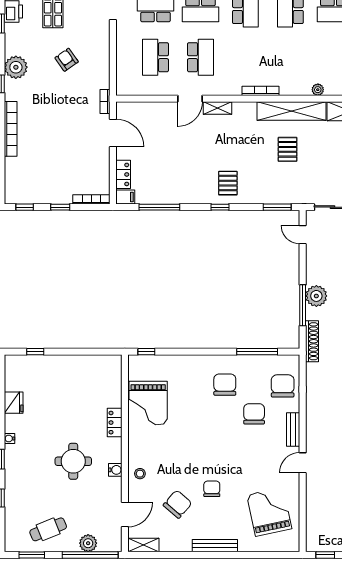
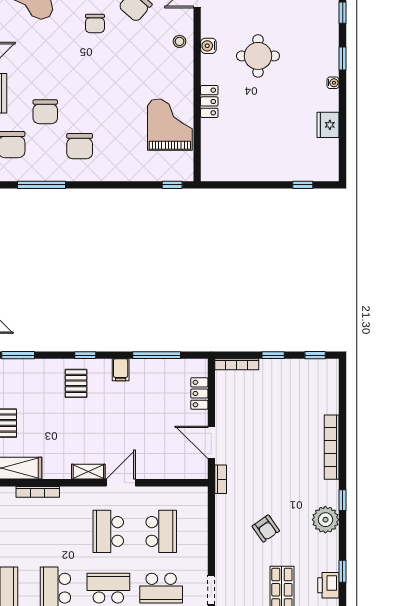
filing cabinet: (125, 197) -> (121, 370), moved, turned -90

